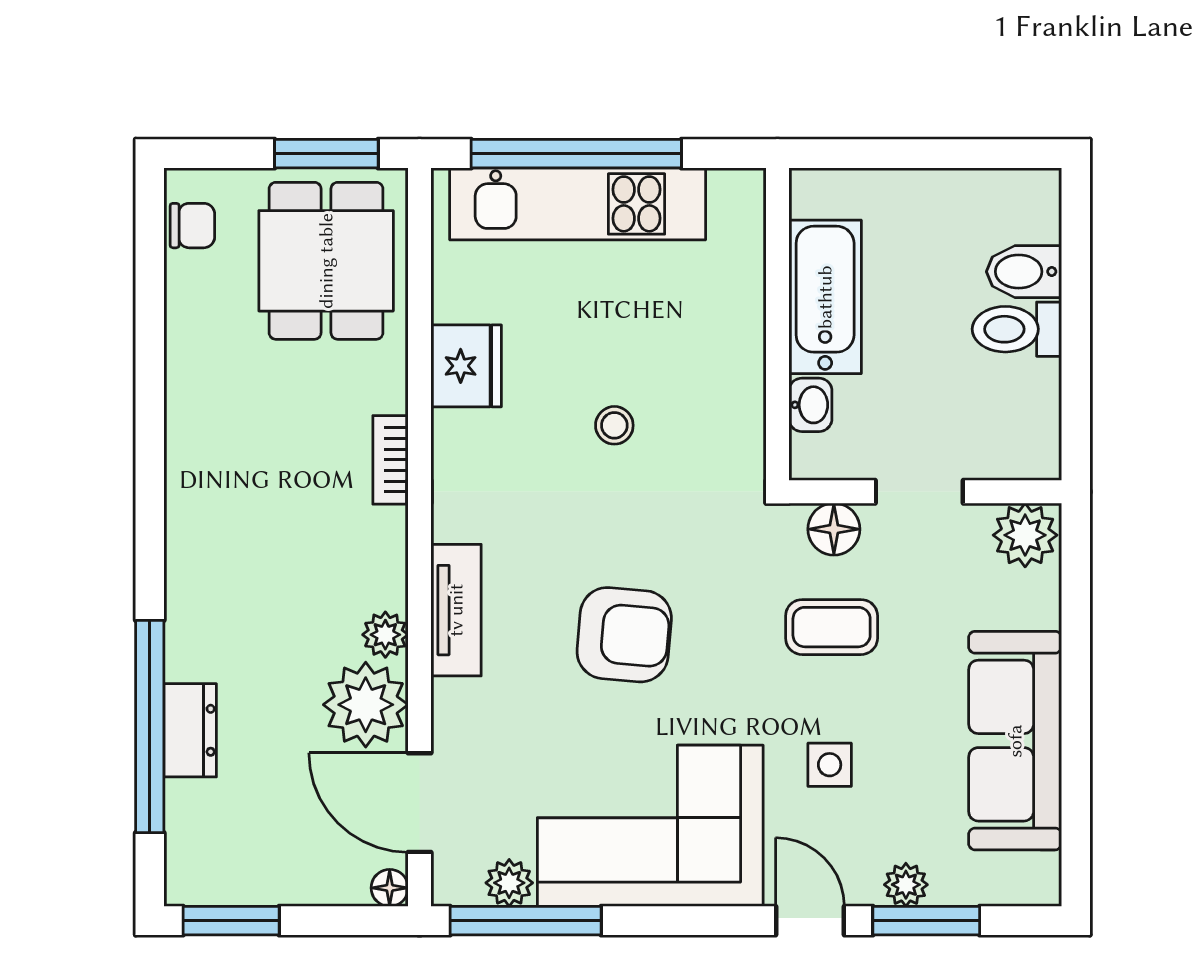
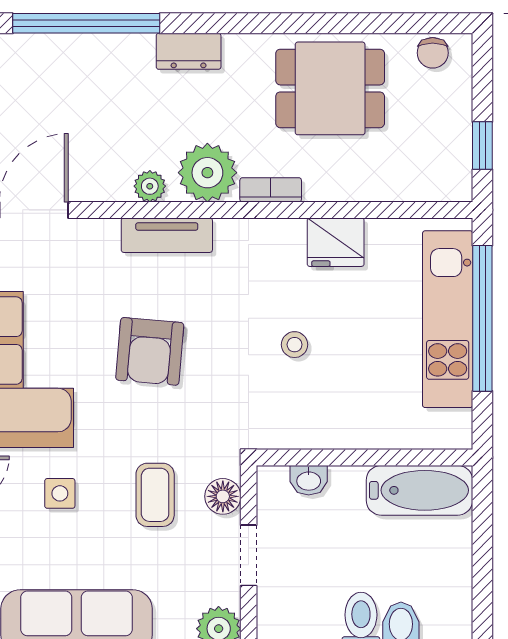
window: (326, 154) -> (482, 146), width x0.67
dining table: (326, 261) -> (330, 88), moved
bathtub: (825, 297) -> (419, 490), moved
plant: (366, 705) -> (207, 173), moved
dresser: (190, 730) -> (189, 51), moved

